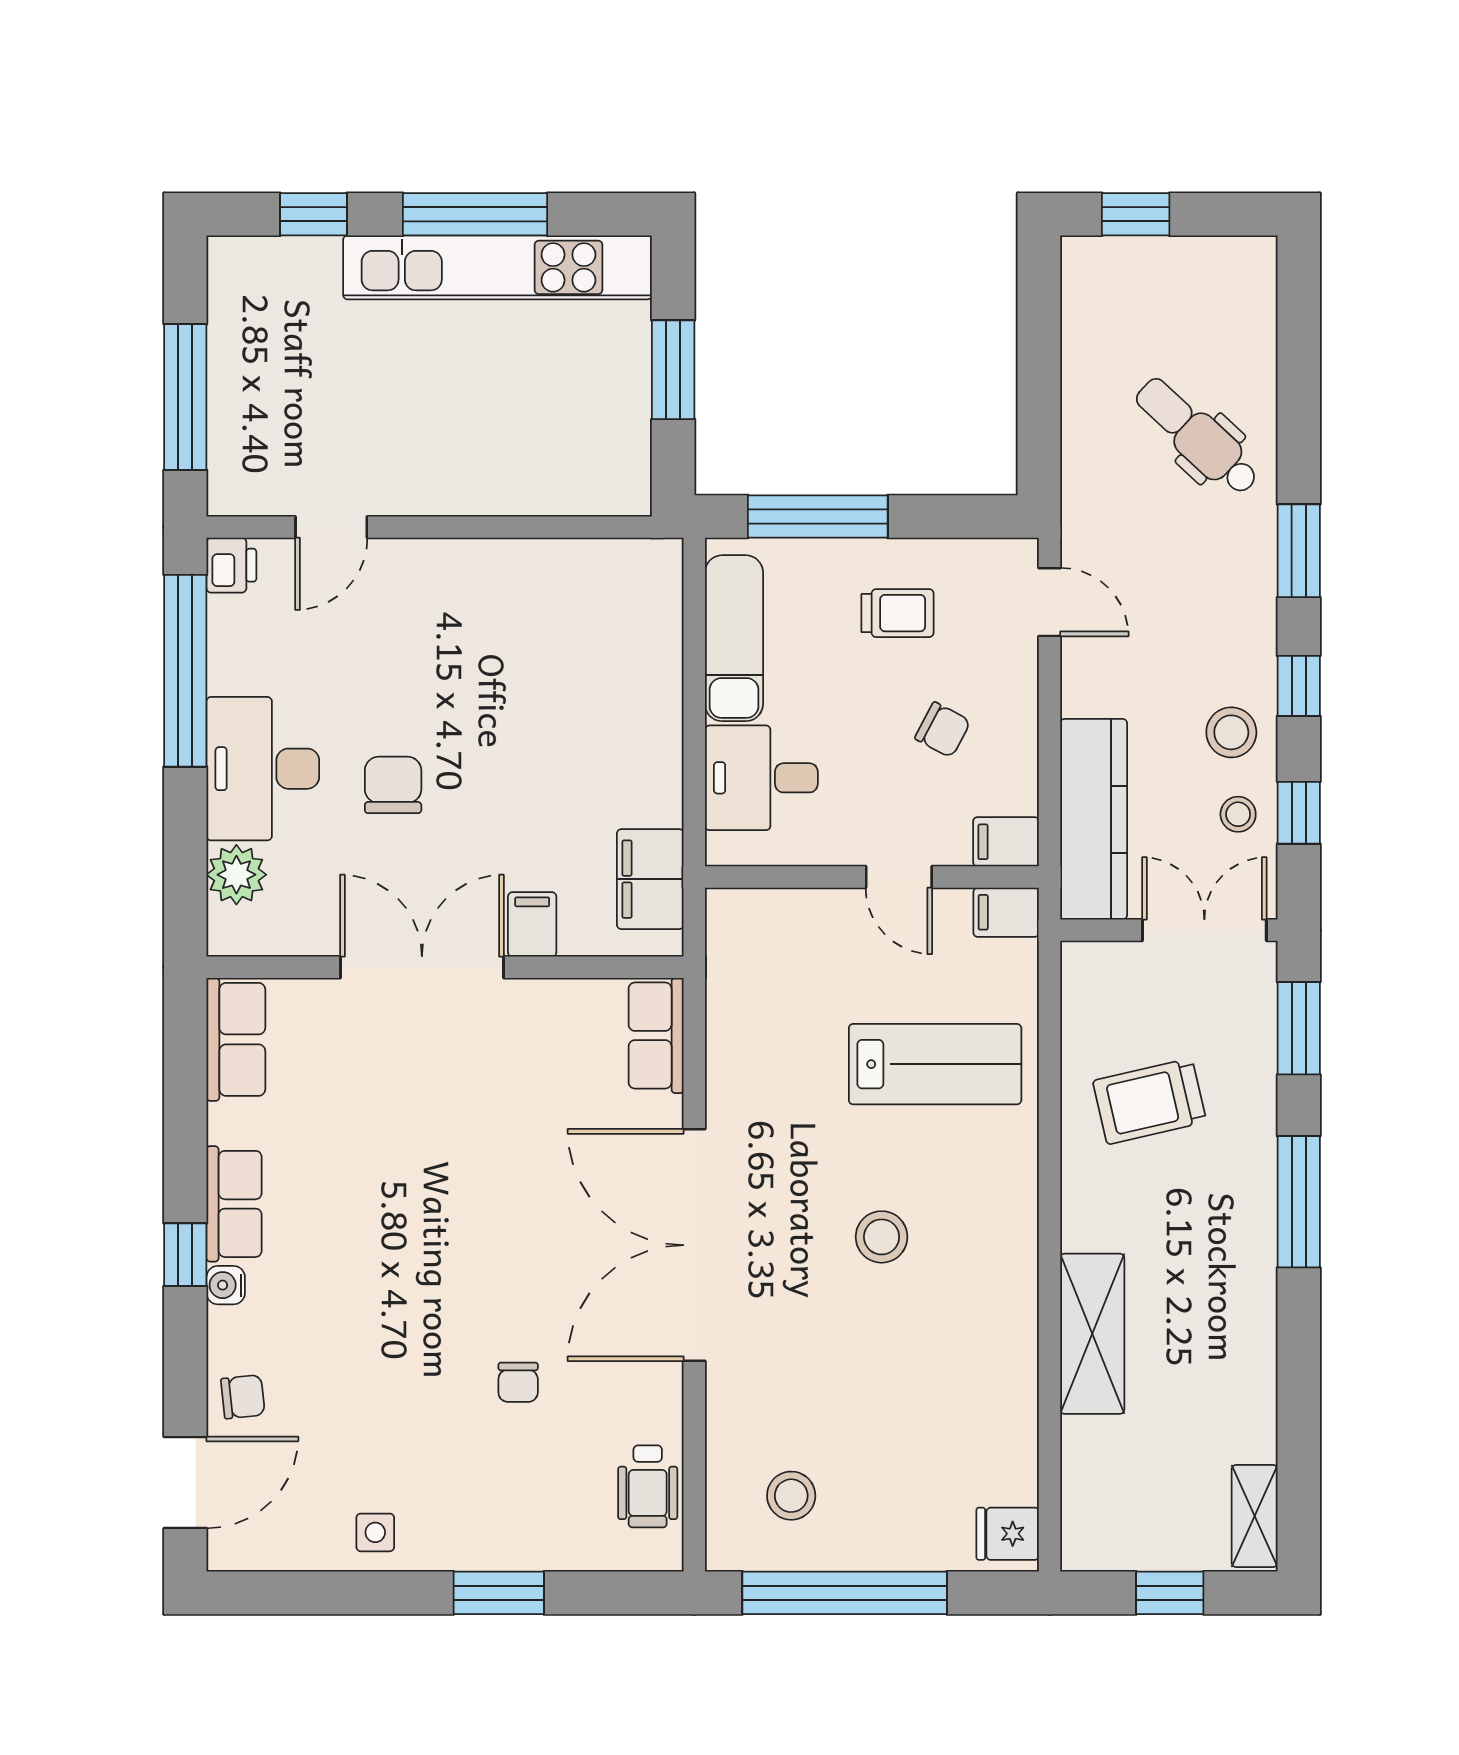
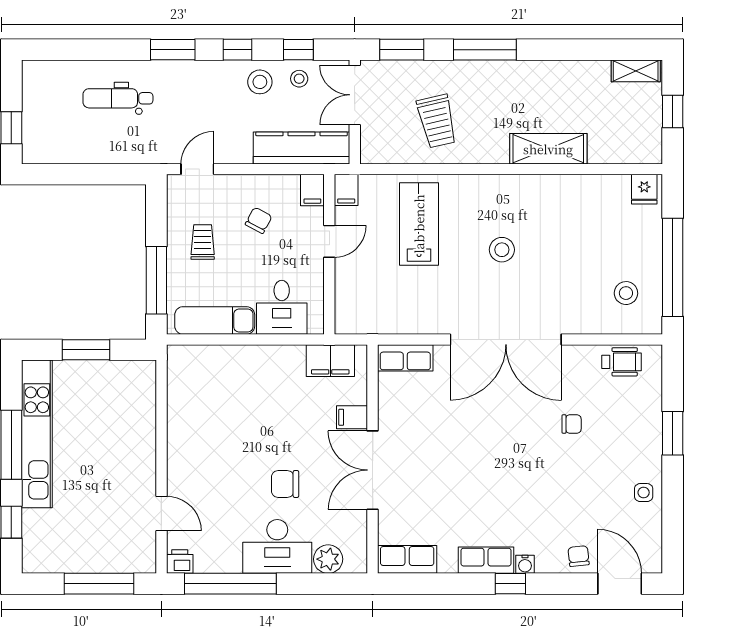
dental chair: (1197, 437) -> (118, 98), turned 47

